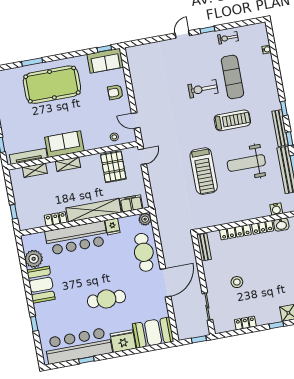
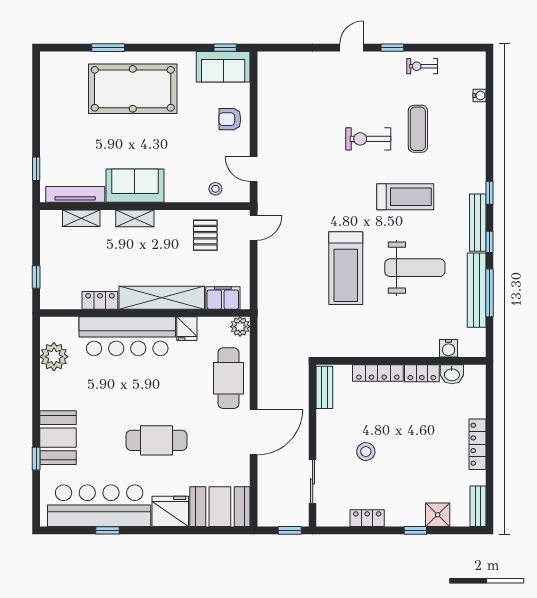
exercise mat: (232, 77) -> (418, 129), width x0.73, depth x0.69
weight bench: (246, 163) -> (415, 268), turned 180
pallet: (113, 167) -> (205, 235), width x0.67, depth x0.71
booth: (41, 285) -> (58, 438), moved

